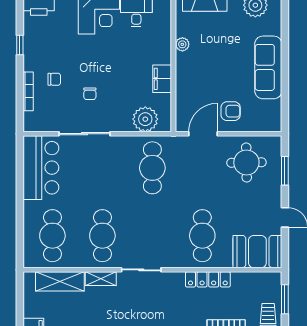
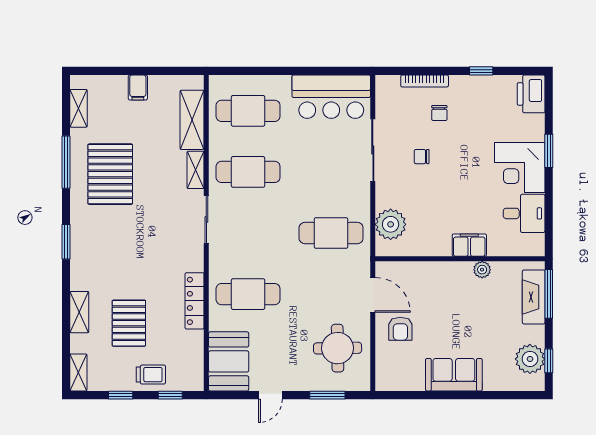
sofa: (268, 67) -> (454, 375), width x0.73
filing cabinet: (162, 79) -> (469, 245), moved
window: (285, 299) -> (170, 395), width x0.67

